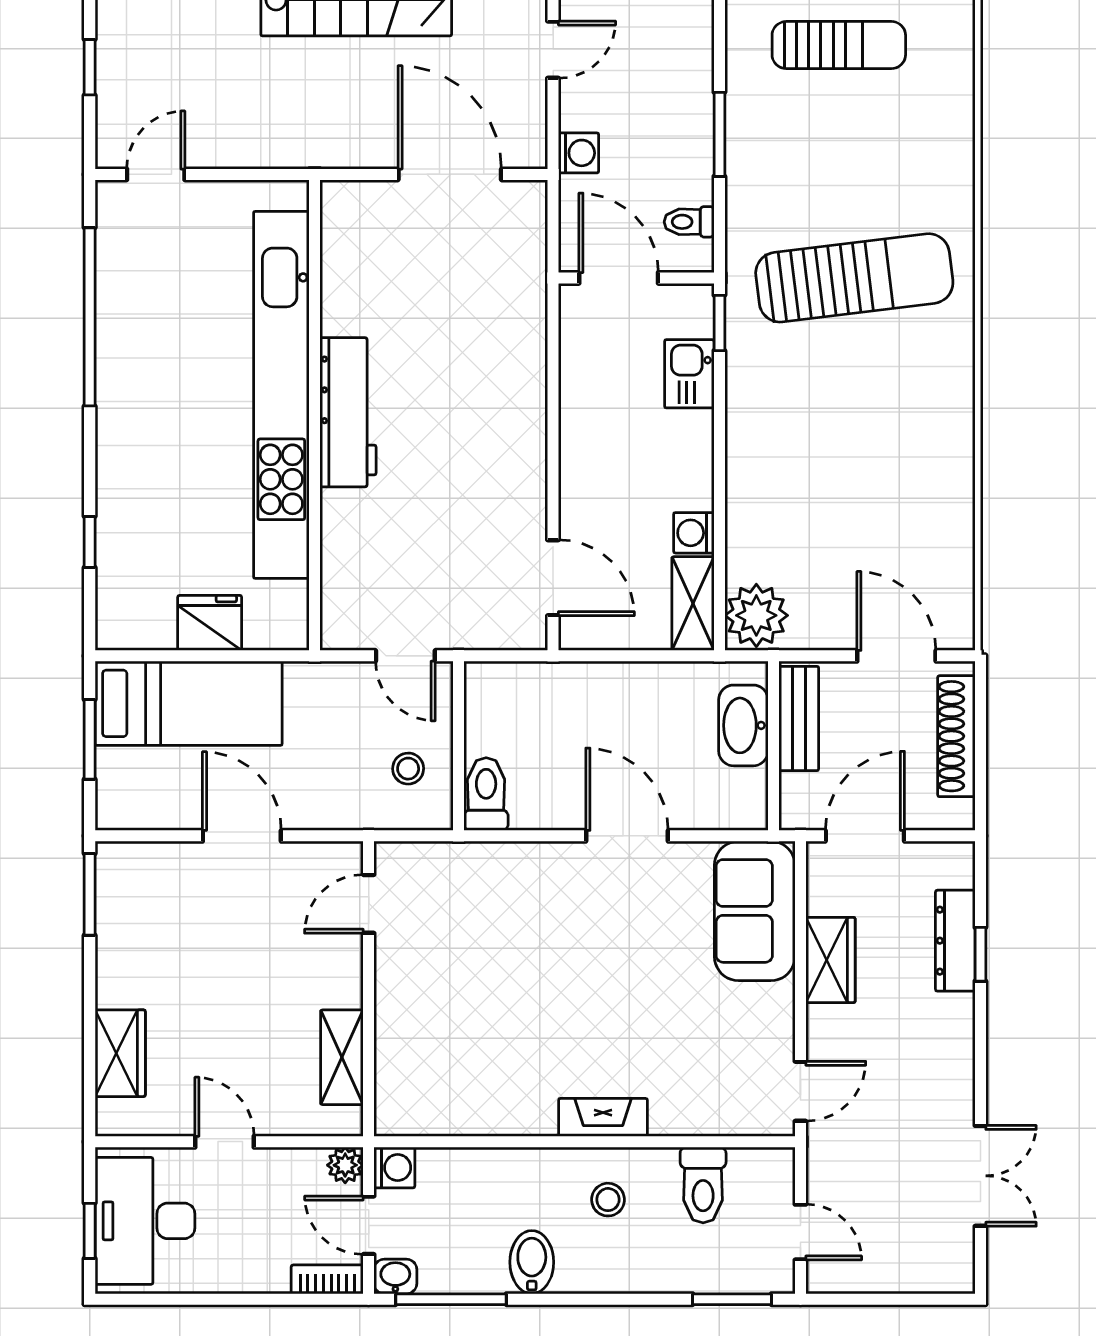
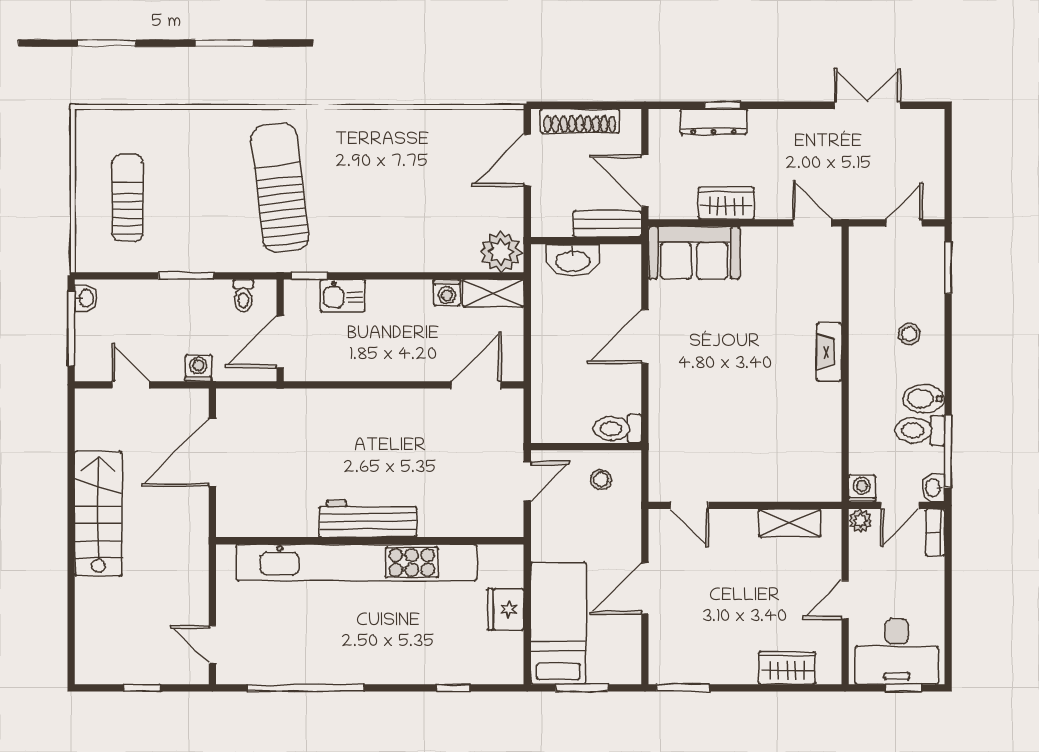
bench: (799, 718) -> (607, 224), moved
toilet: (703, 1185) -> (920, 430), moved, turned 180
stool: (608, 1200) -> (909, 334), moved

